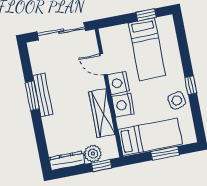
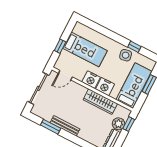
window: (146, 15) -> (60, 46), moved
door: (103, 64) -> (65, 75), moved
window: (191, 85) -> (134, 47), moved
window: (32, 96) -> (51, 127), moved

